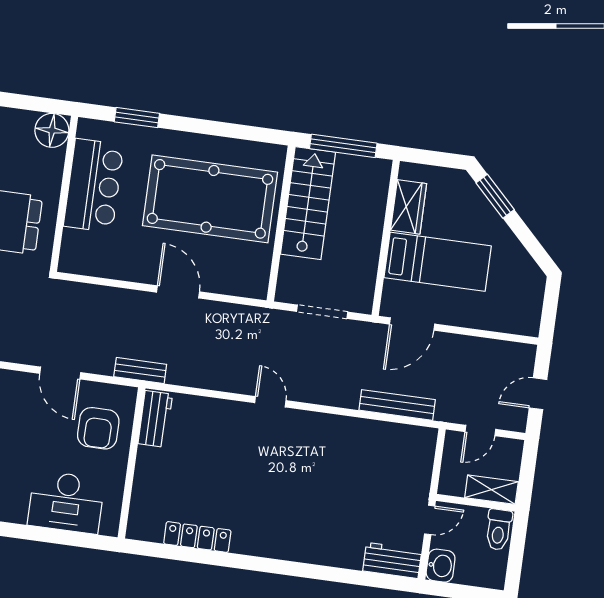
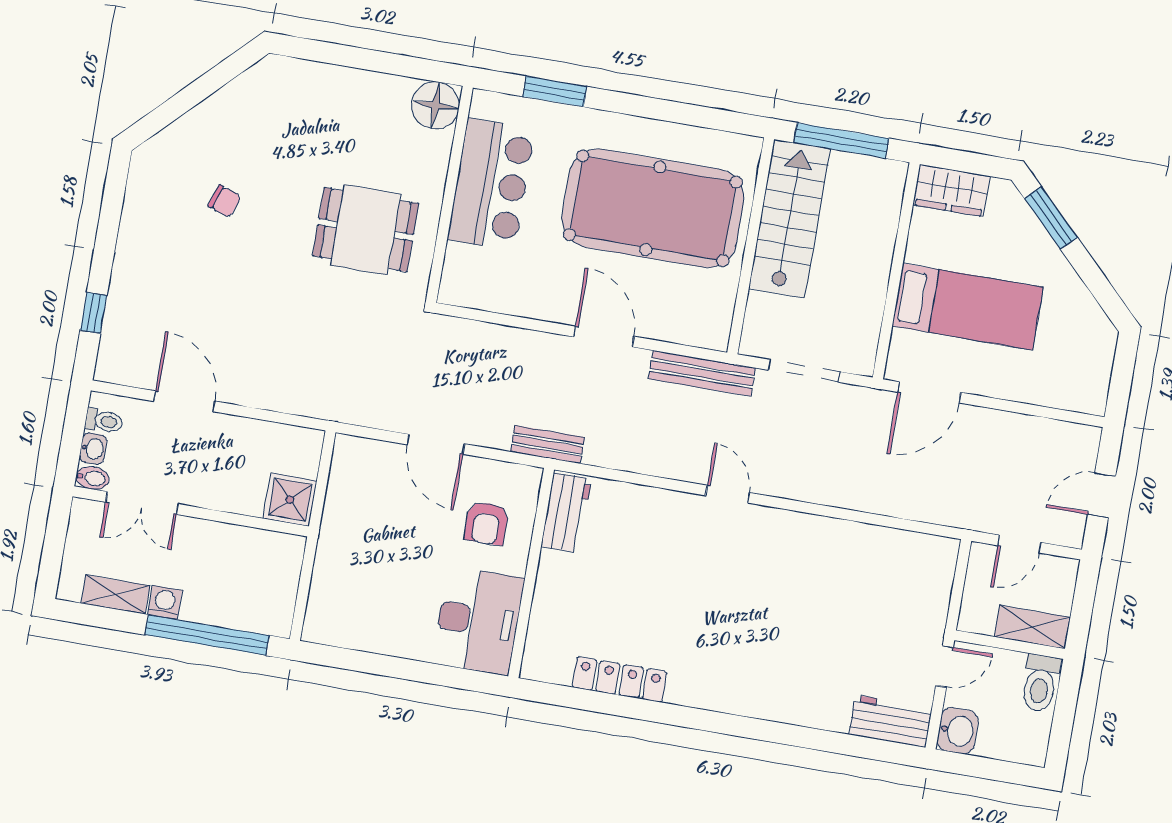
wardrobe: (409, 207) -> (951, 191), moved, turned 90
bench: (397, 405) -> (702, 373), moved
armchair: (98, 428) -> (486, 523), width x0.72, depth x0.72
desk: (66, 502) -> (478, 621), moved, turned -90

